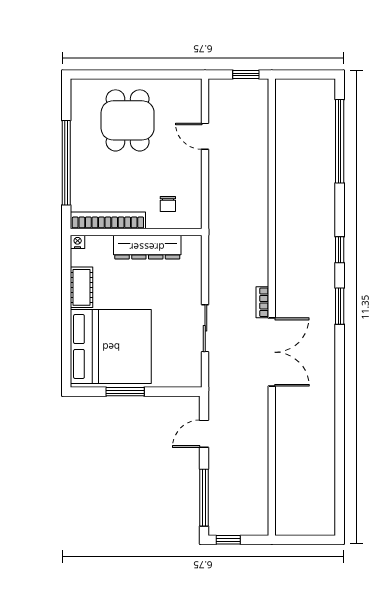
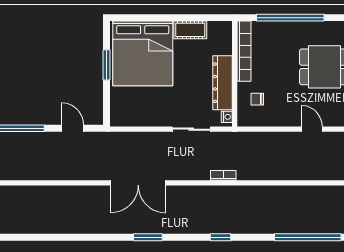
door: (205, 136) -> (312, 129), hinge flipped
nightstand: (78, 242) -> (227, 117), moved
bookcase: (262, 302) -> (223, 175), moved
window: (340, 306) -> (148, 237), moved
sliding door: (205, 328) -> (191, 129), moved

